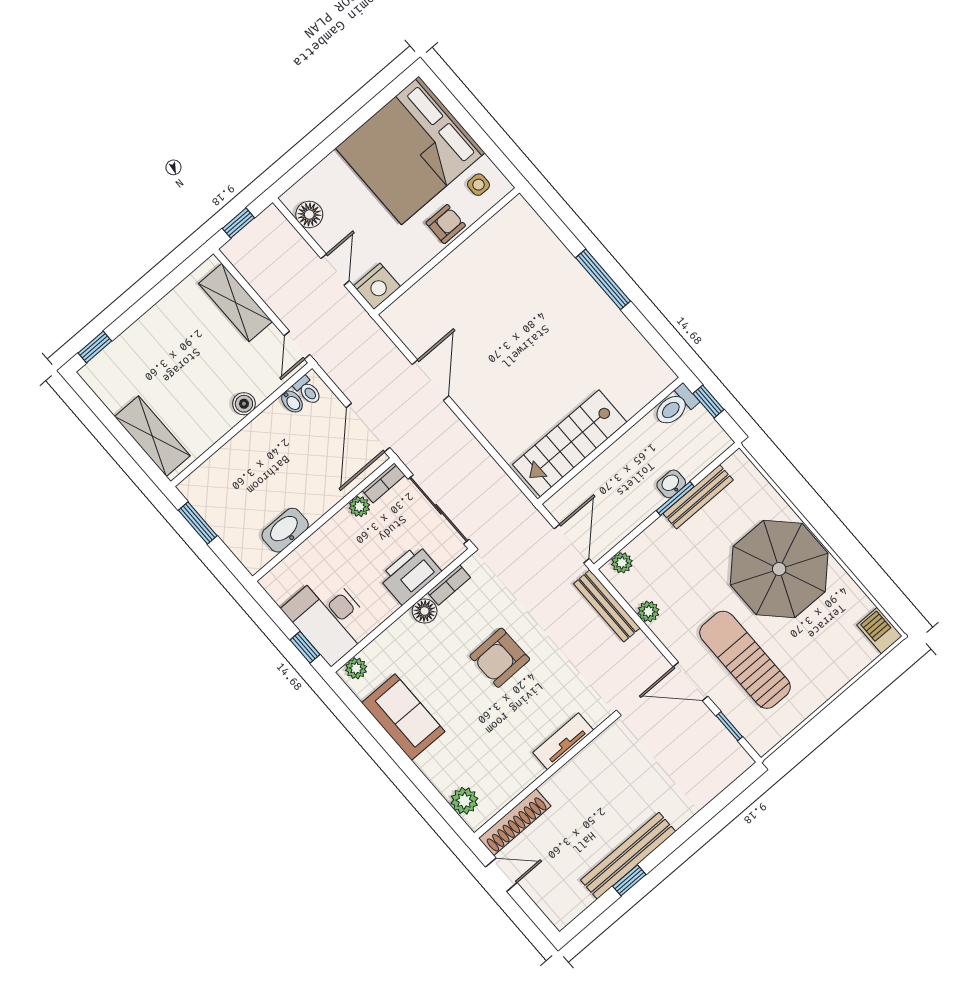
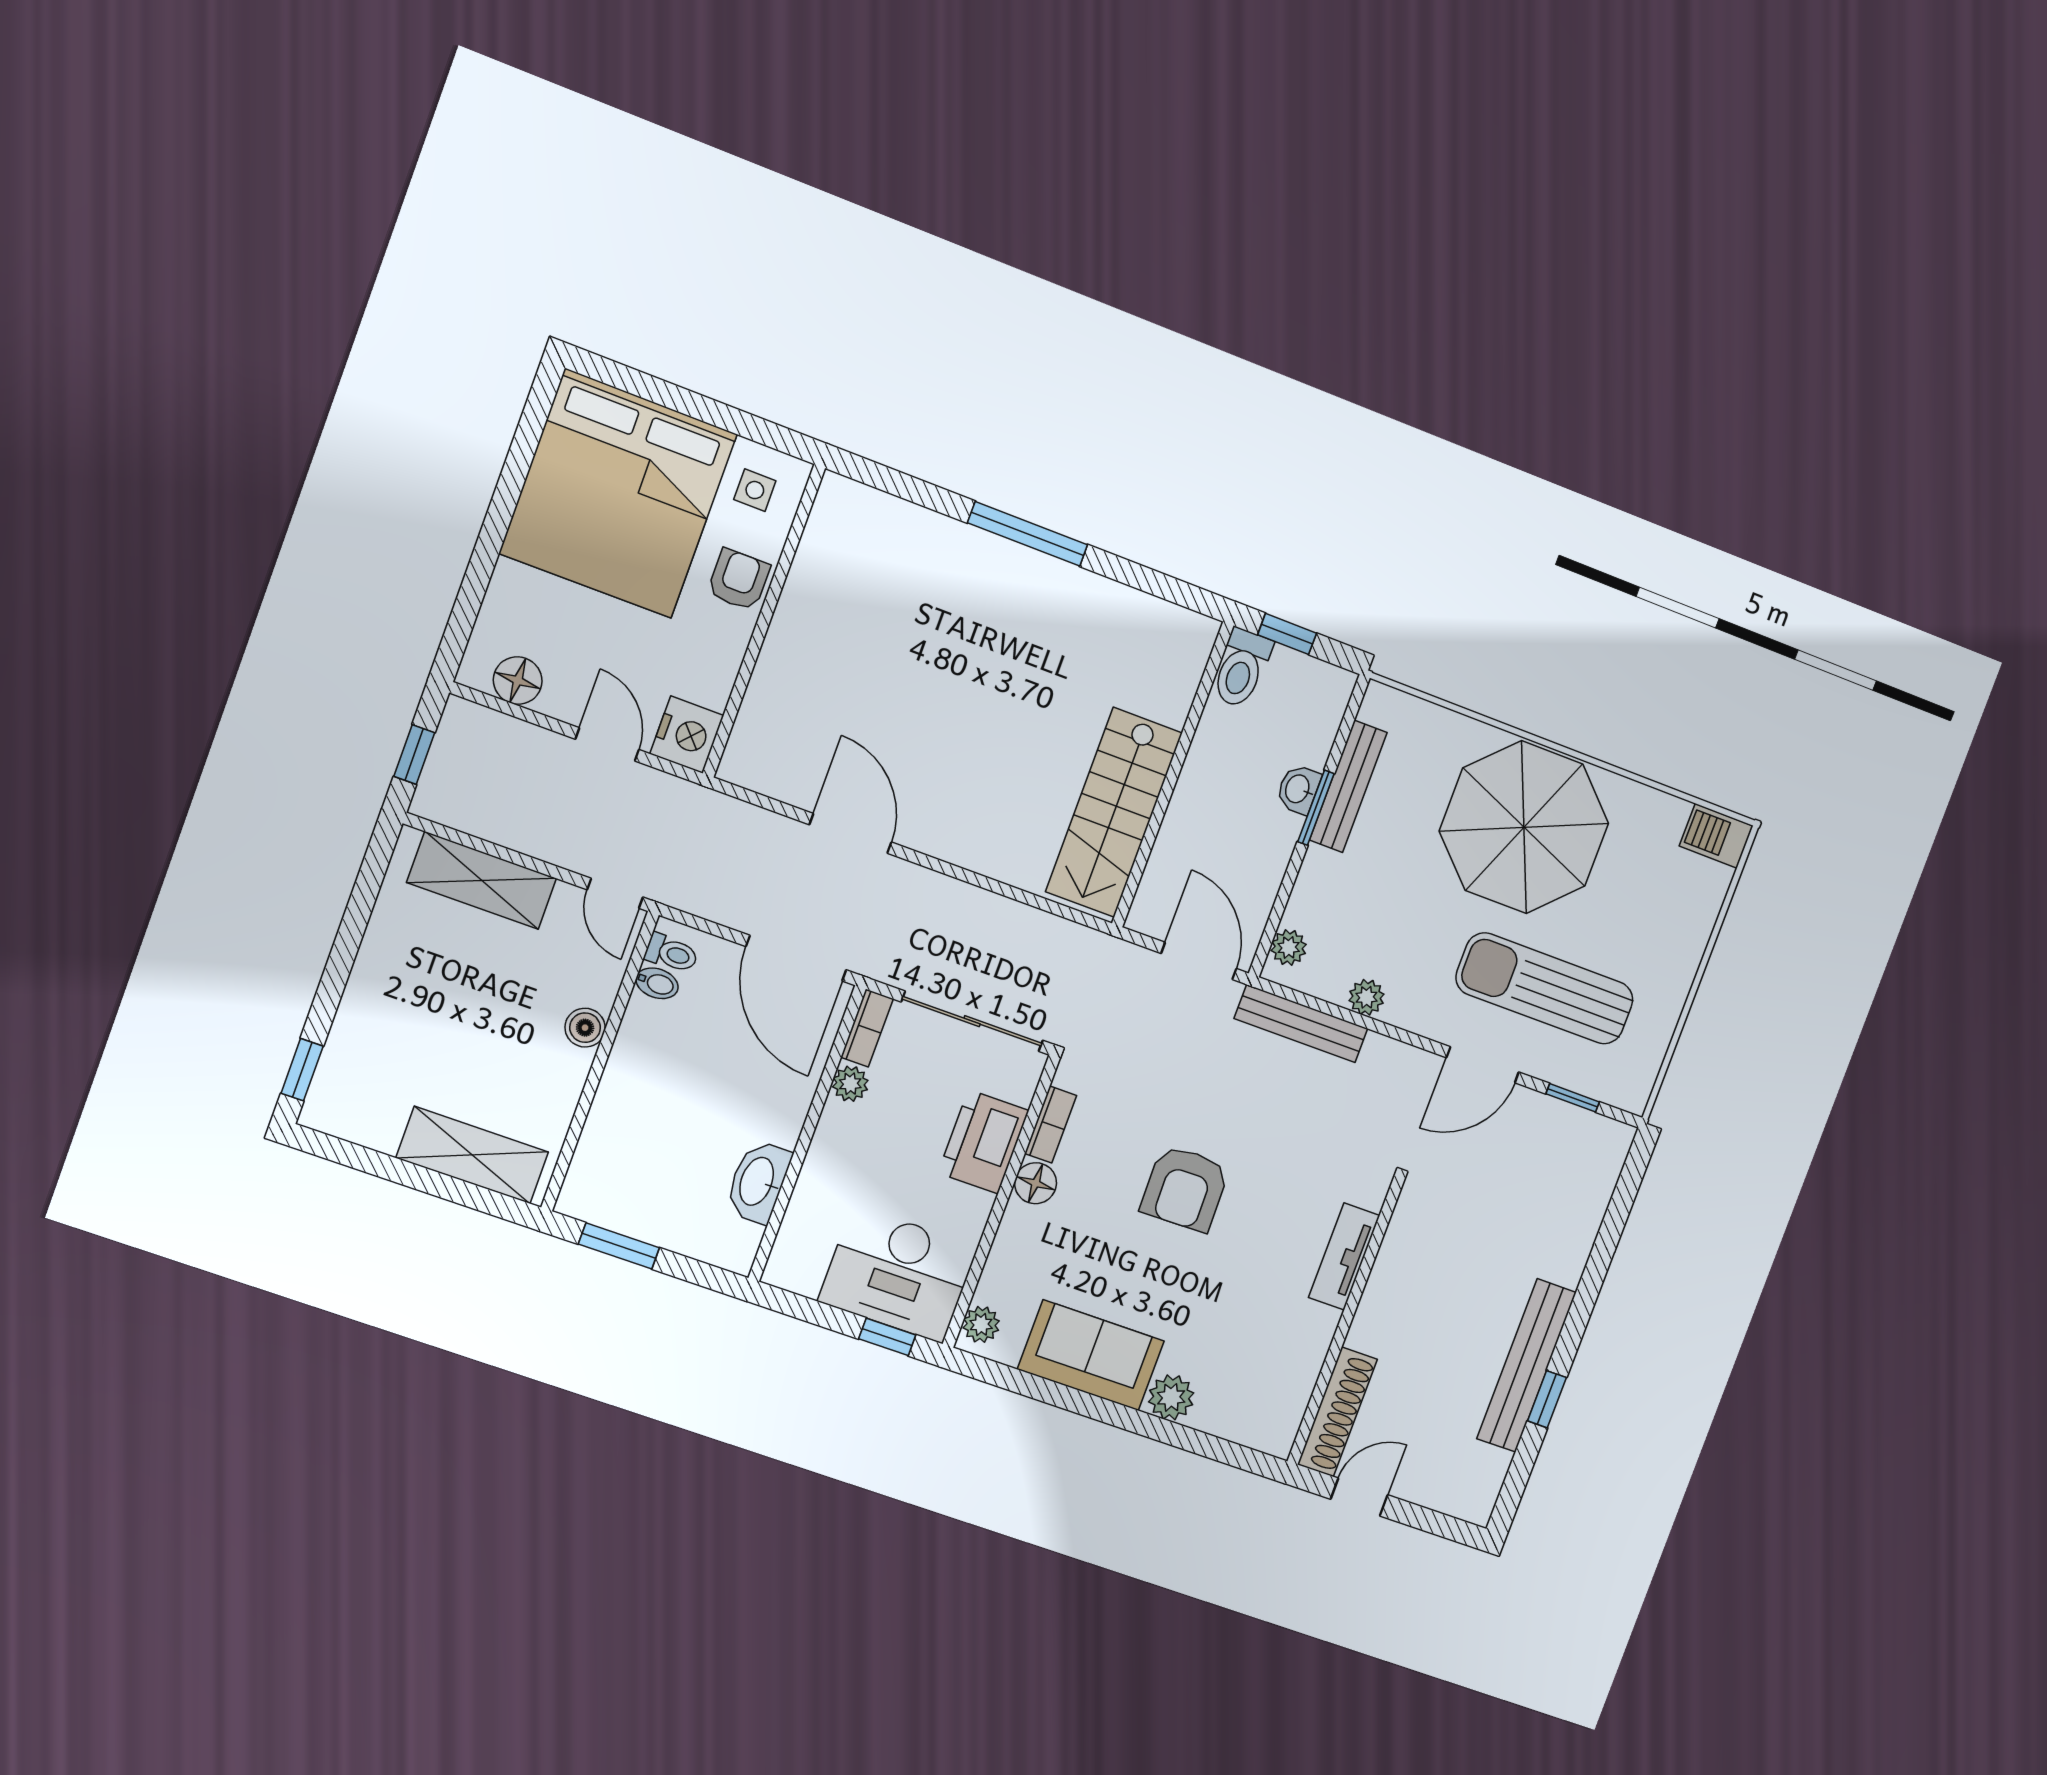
plant: (464, 801) -> (1171, 1397), moved

